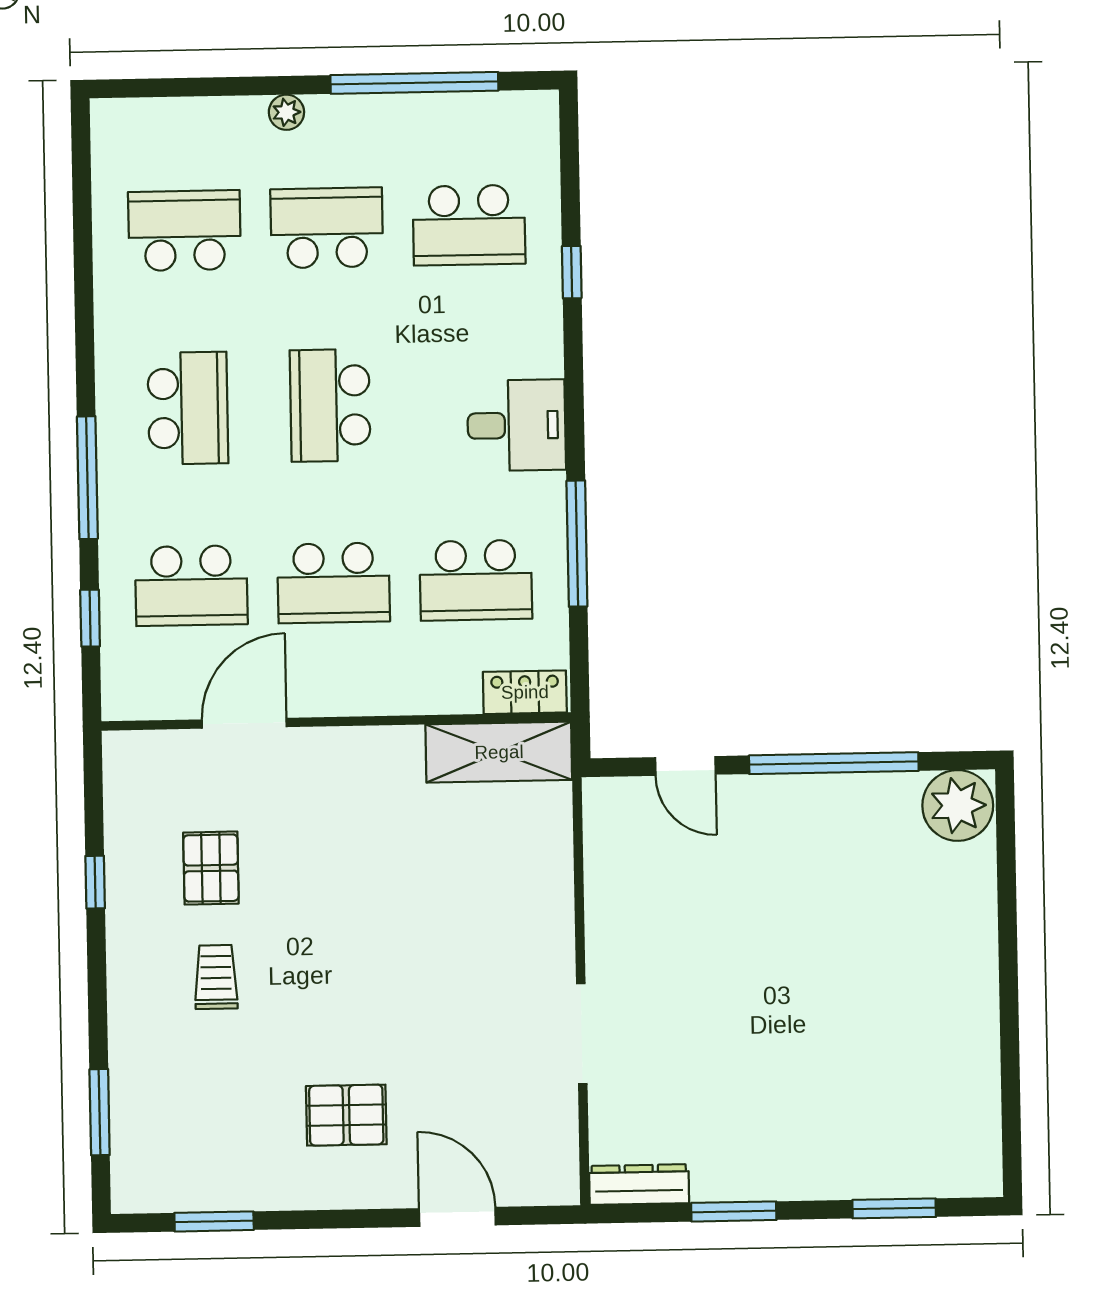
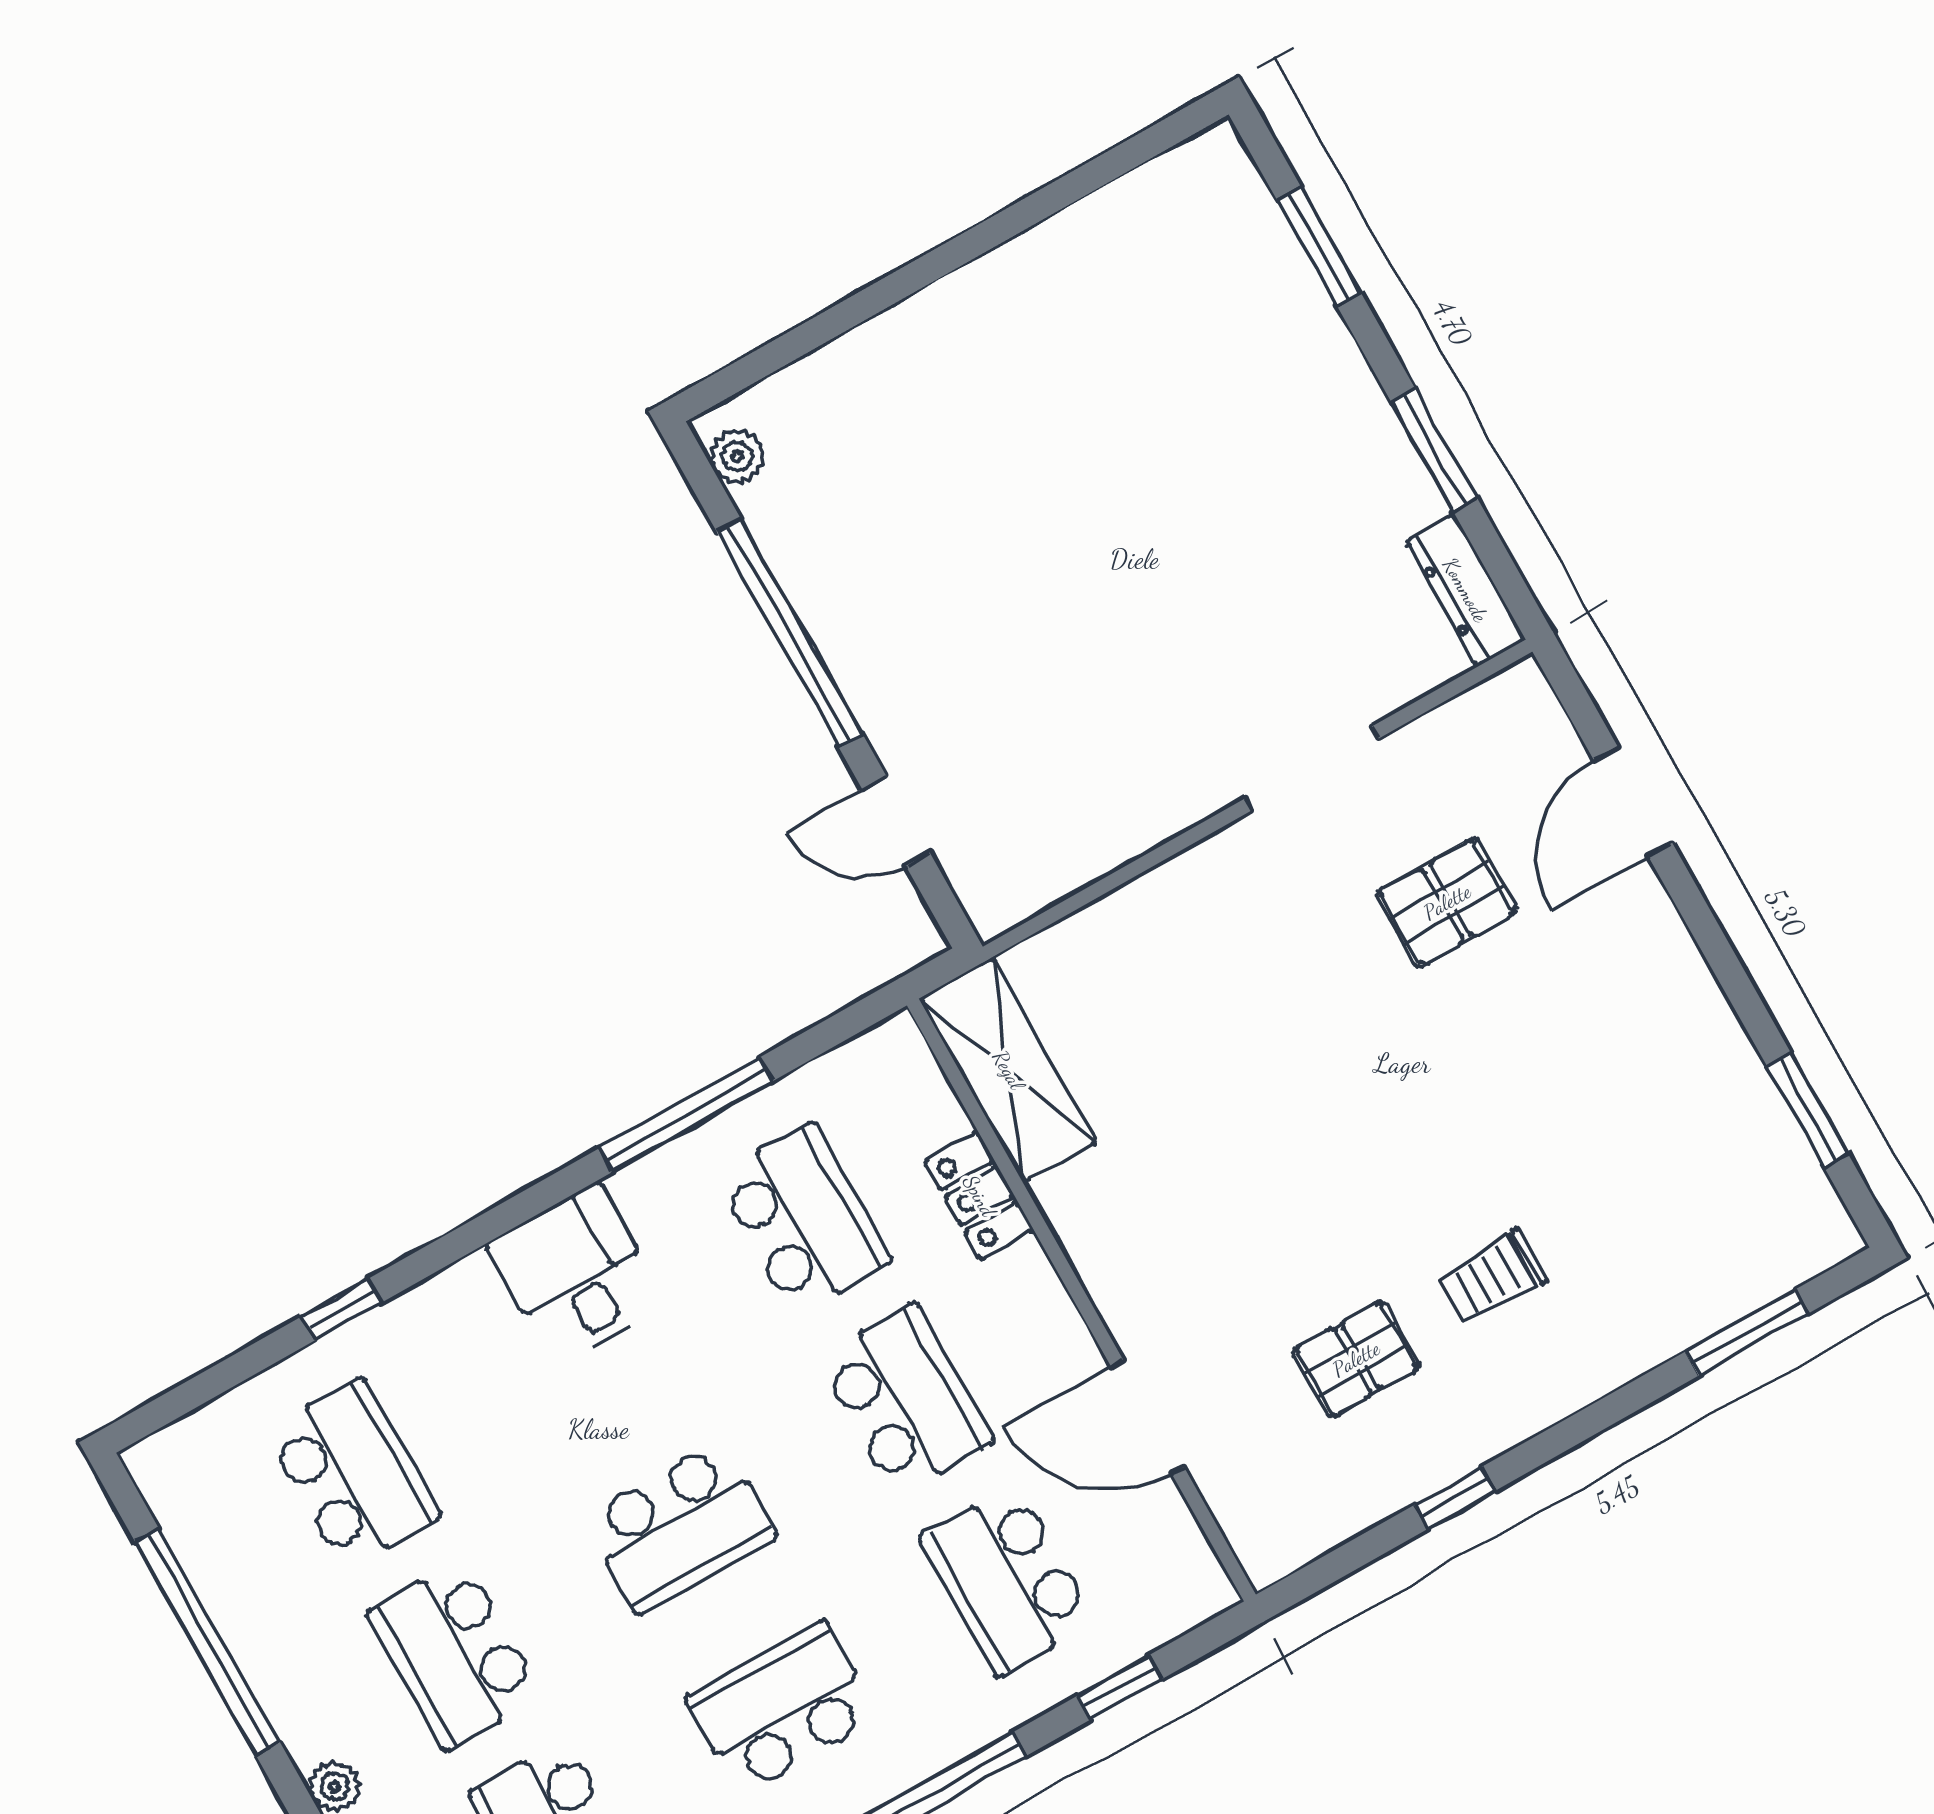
school desk: (191, 586) -> (1008, 1580), turned 180
locker: (525, 692) -> (979, 1196), moved
door: (685, 766) -> (896, 821), swing flipped
plant: (958, 805) -> (737, 456), width x0.53, depth x0.53
pallet: (346, 1115) -> (1447, 902), moved, turned 90

